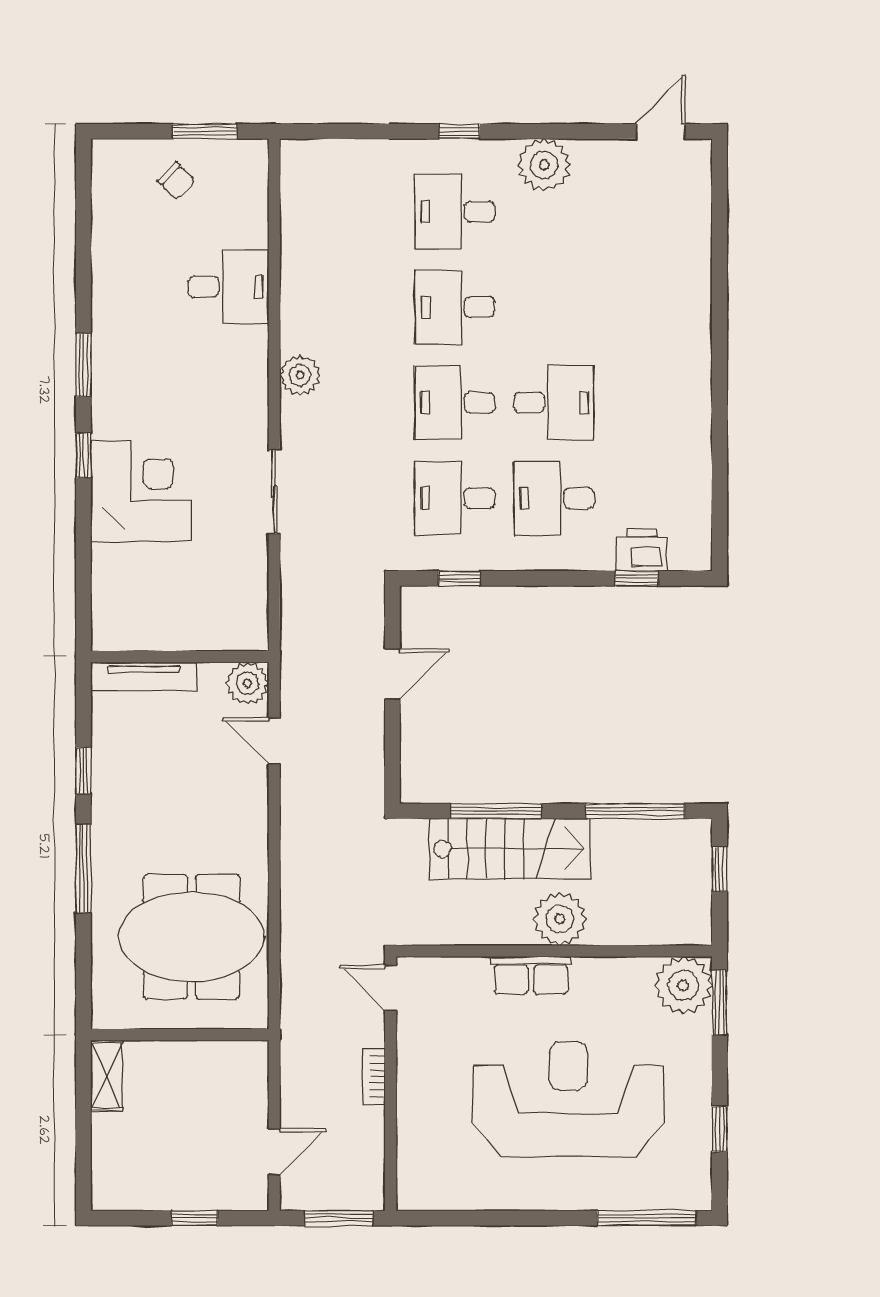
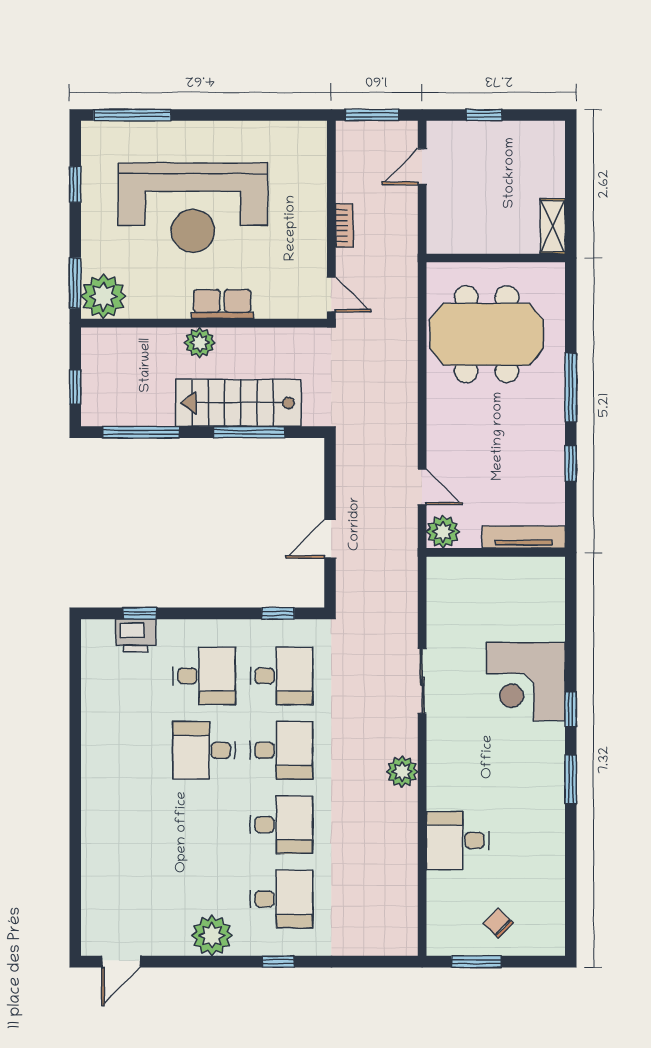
plant: (560, 919) -> (200, 343), width x0.73, depth x0.73

